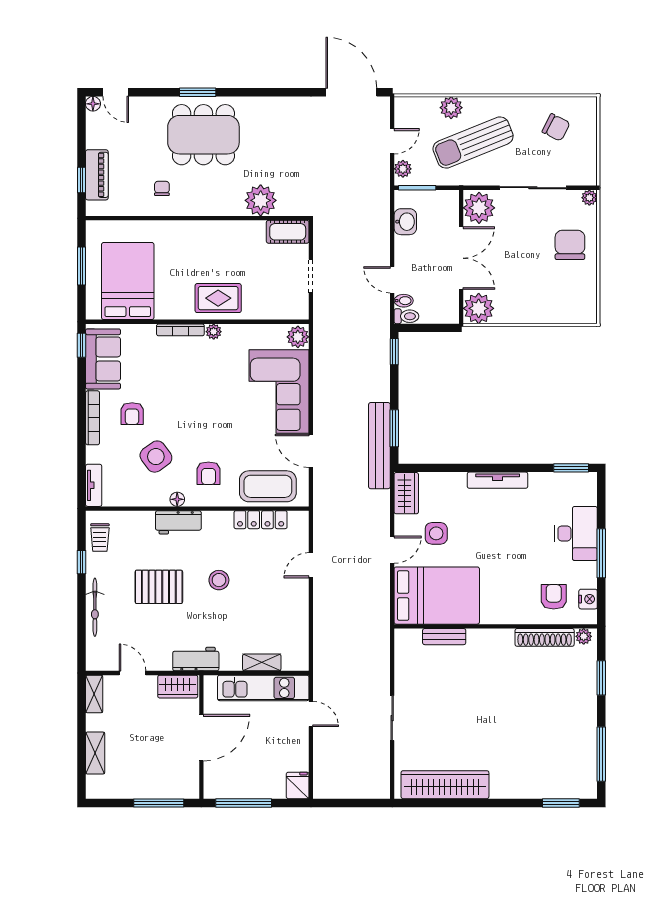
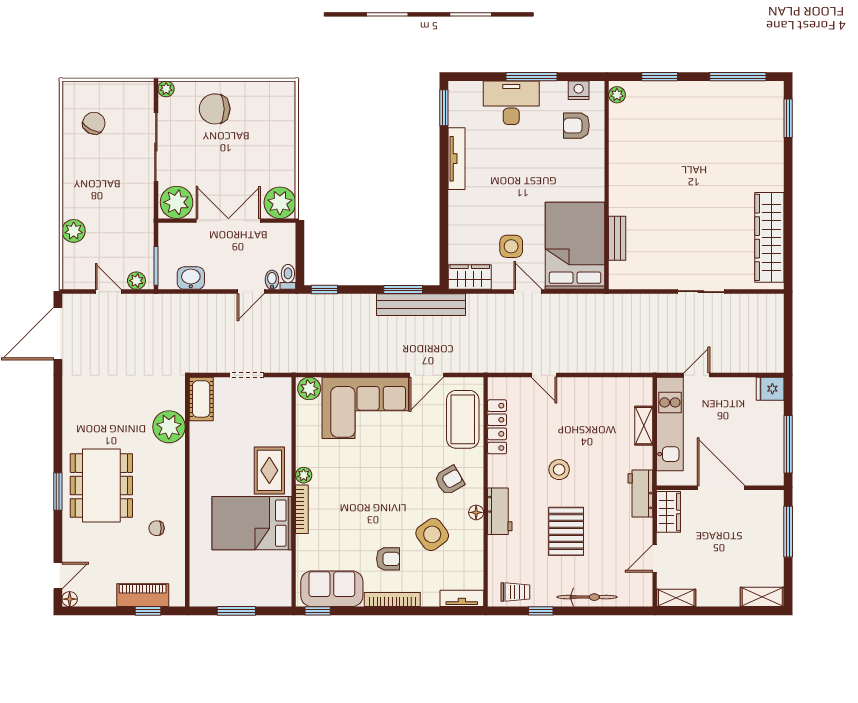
sun lounger: (473, 143) -> (109, 208), removed
bed: (128, 281) -> (252, 523), moved
armchair: (208, 473) -> (449, 480), turned -30
tv unit: (498, 480) -> (456, 159), moved
shoe rack: (545, 637) -> (618, 135), removed
shelving: (95, 753) -> (762, 597), moved

